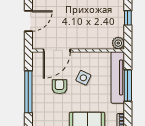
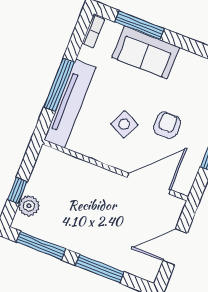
plant: (118, 43) -> (29, 206), moved
armchair: (59, 87) -> (167, 125), turned 180

